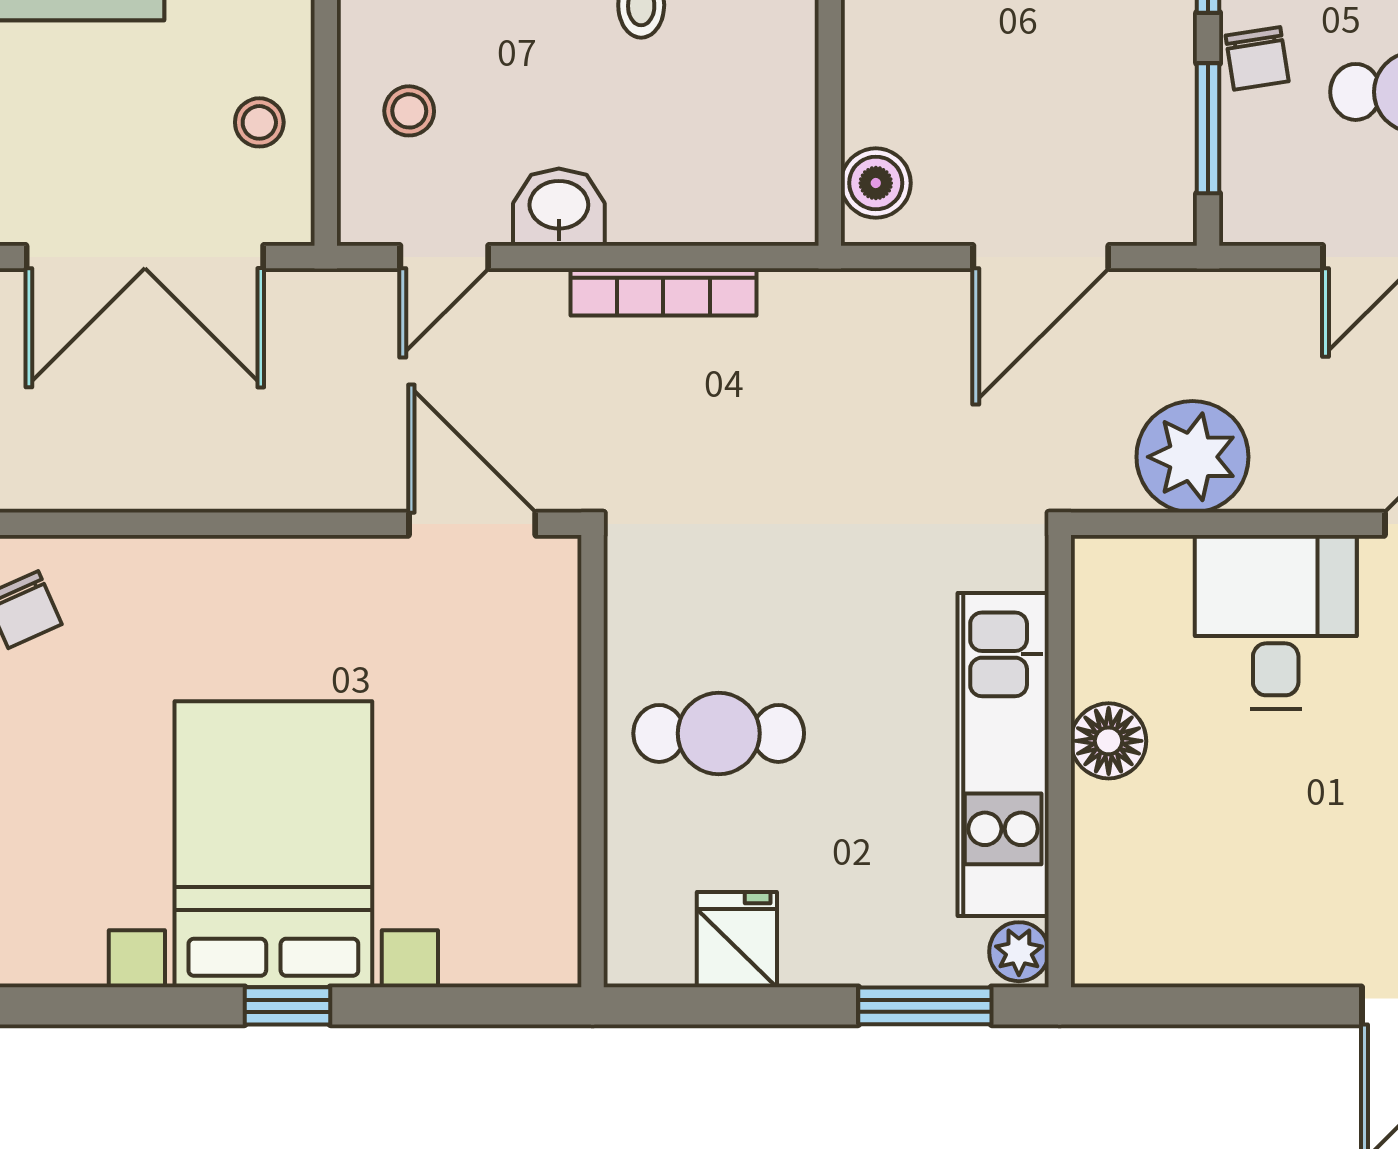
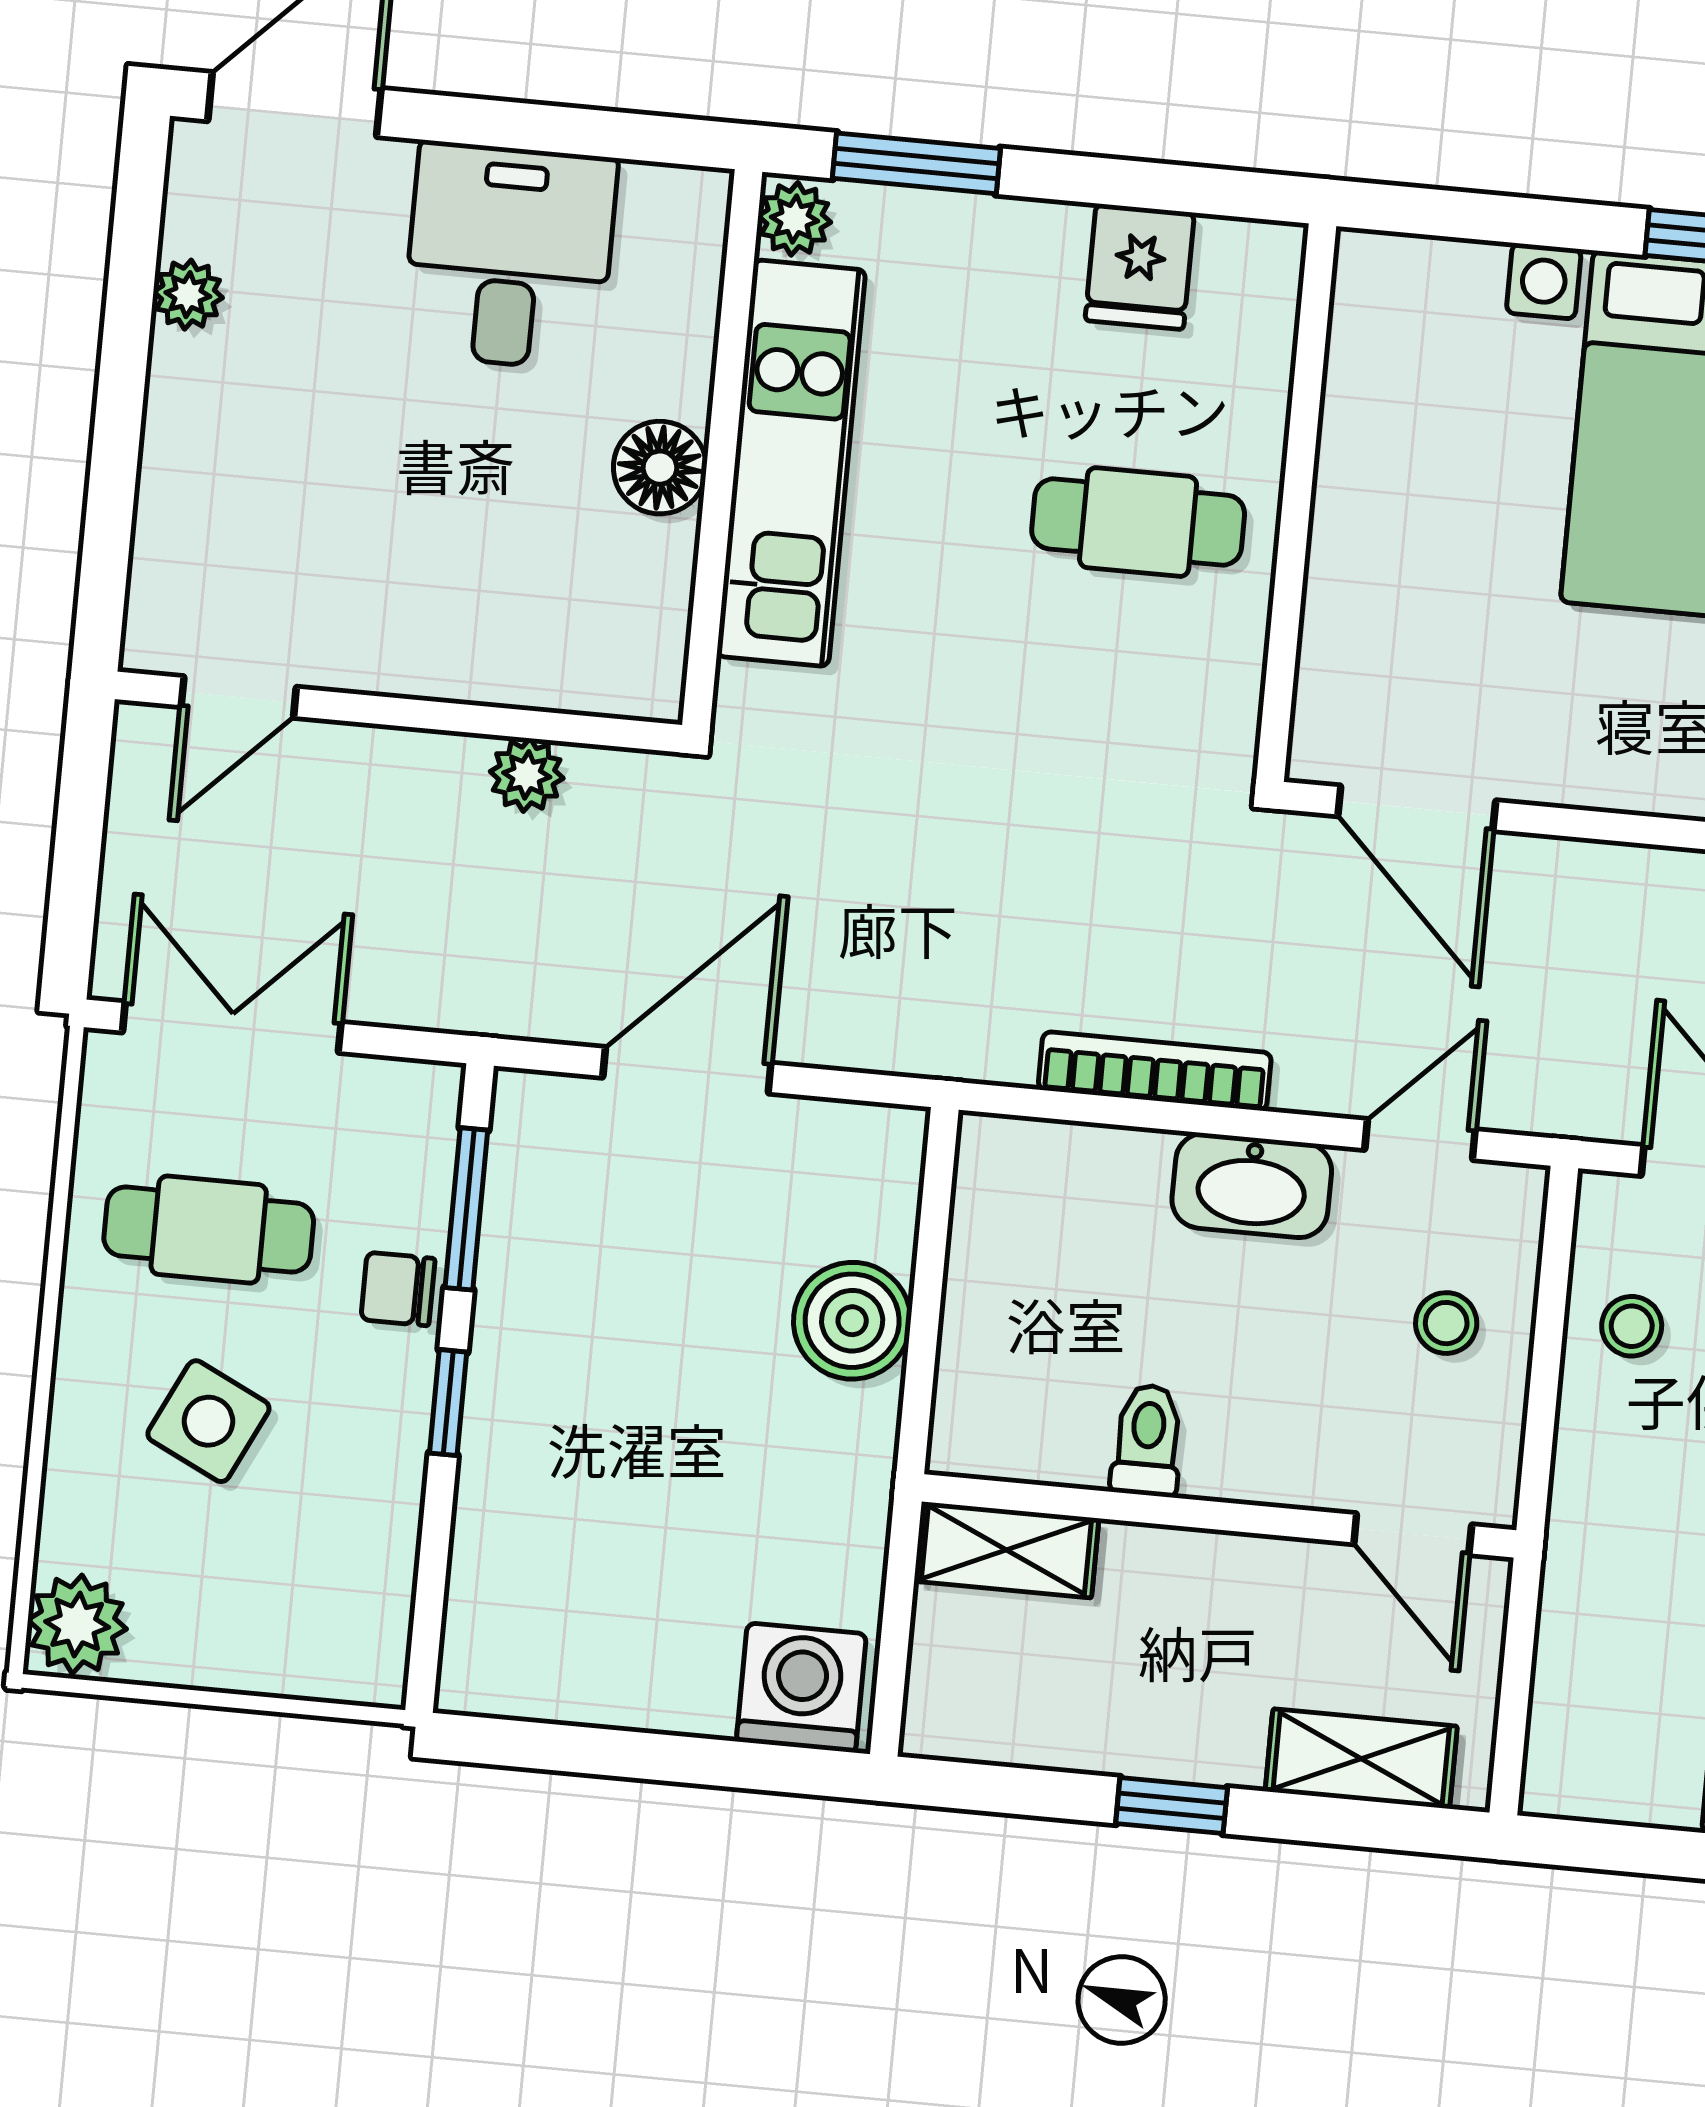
chair: (1257, 58) -> (398, 1289), turned -81
boiler: (876, 183) -> (852, 1321), moved, width x1.36, depth x1.36
washbasin: (559, 207) -> (1252, 1185), width x1.38
plant: (1192, 457) -> (527, 775), width x0.53, depth x0.53
desk: (1276, 622) -> (509, 256), moved, turned 180

